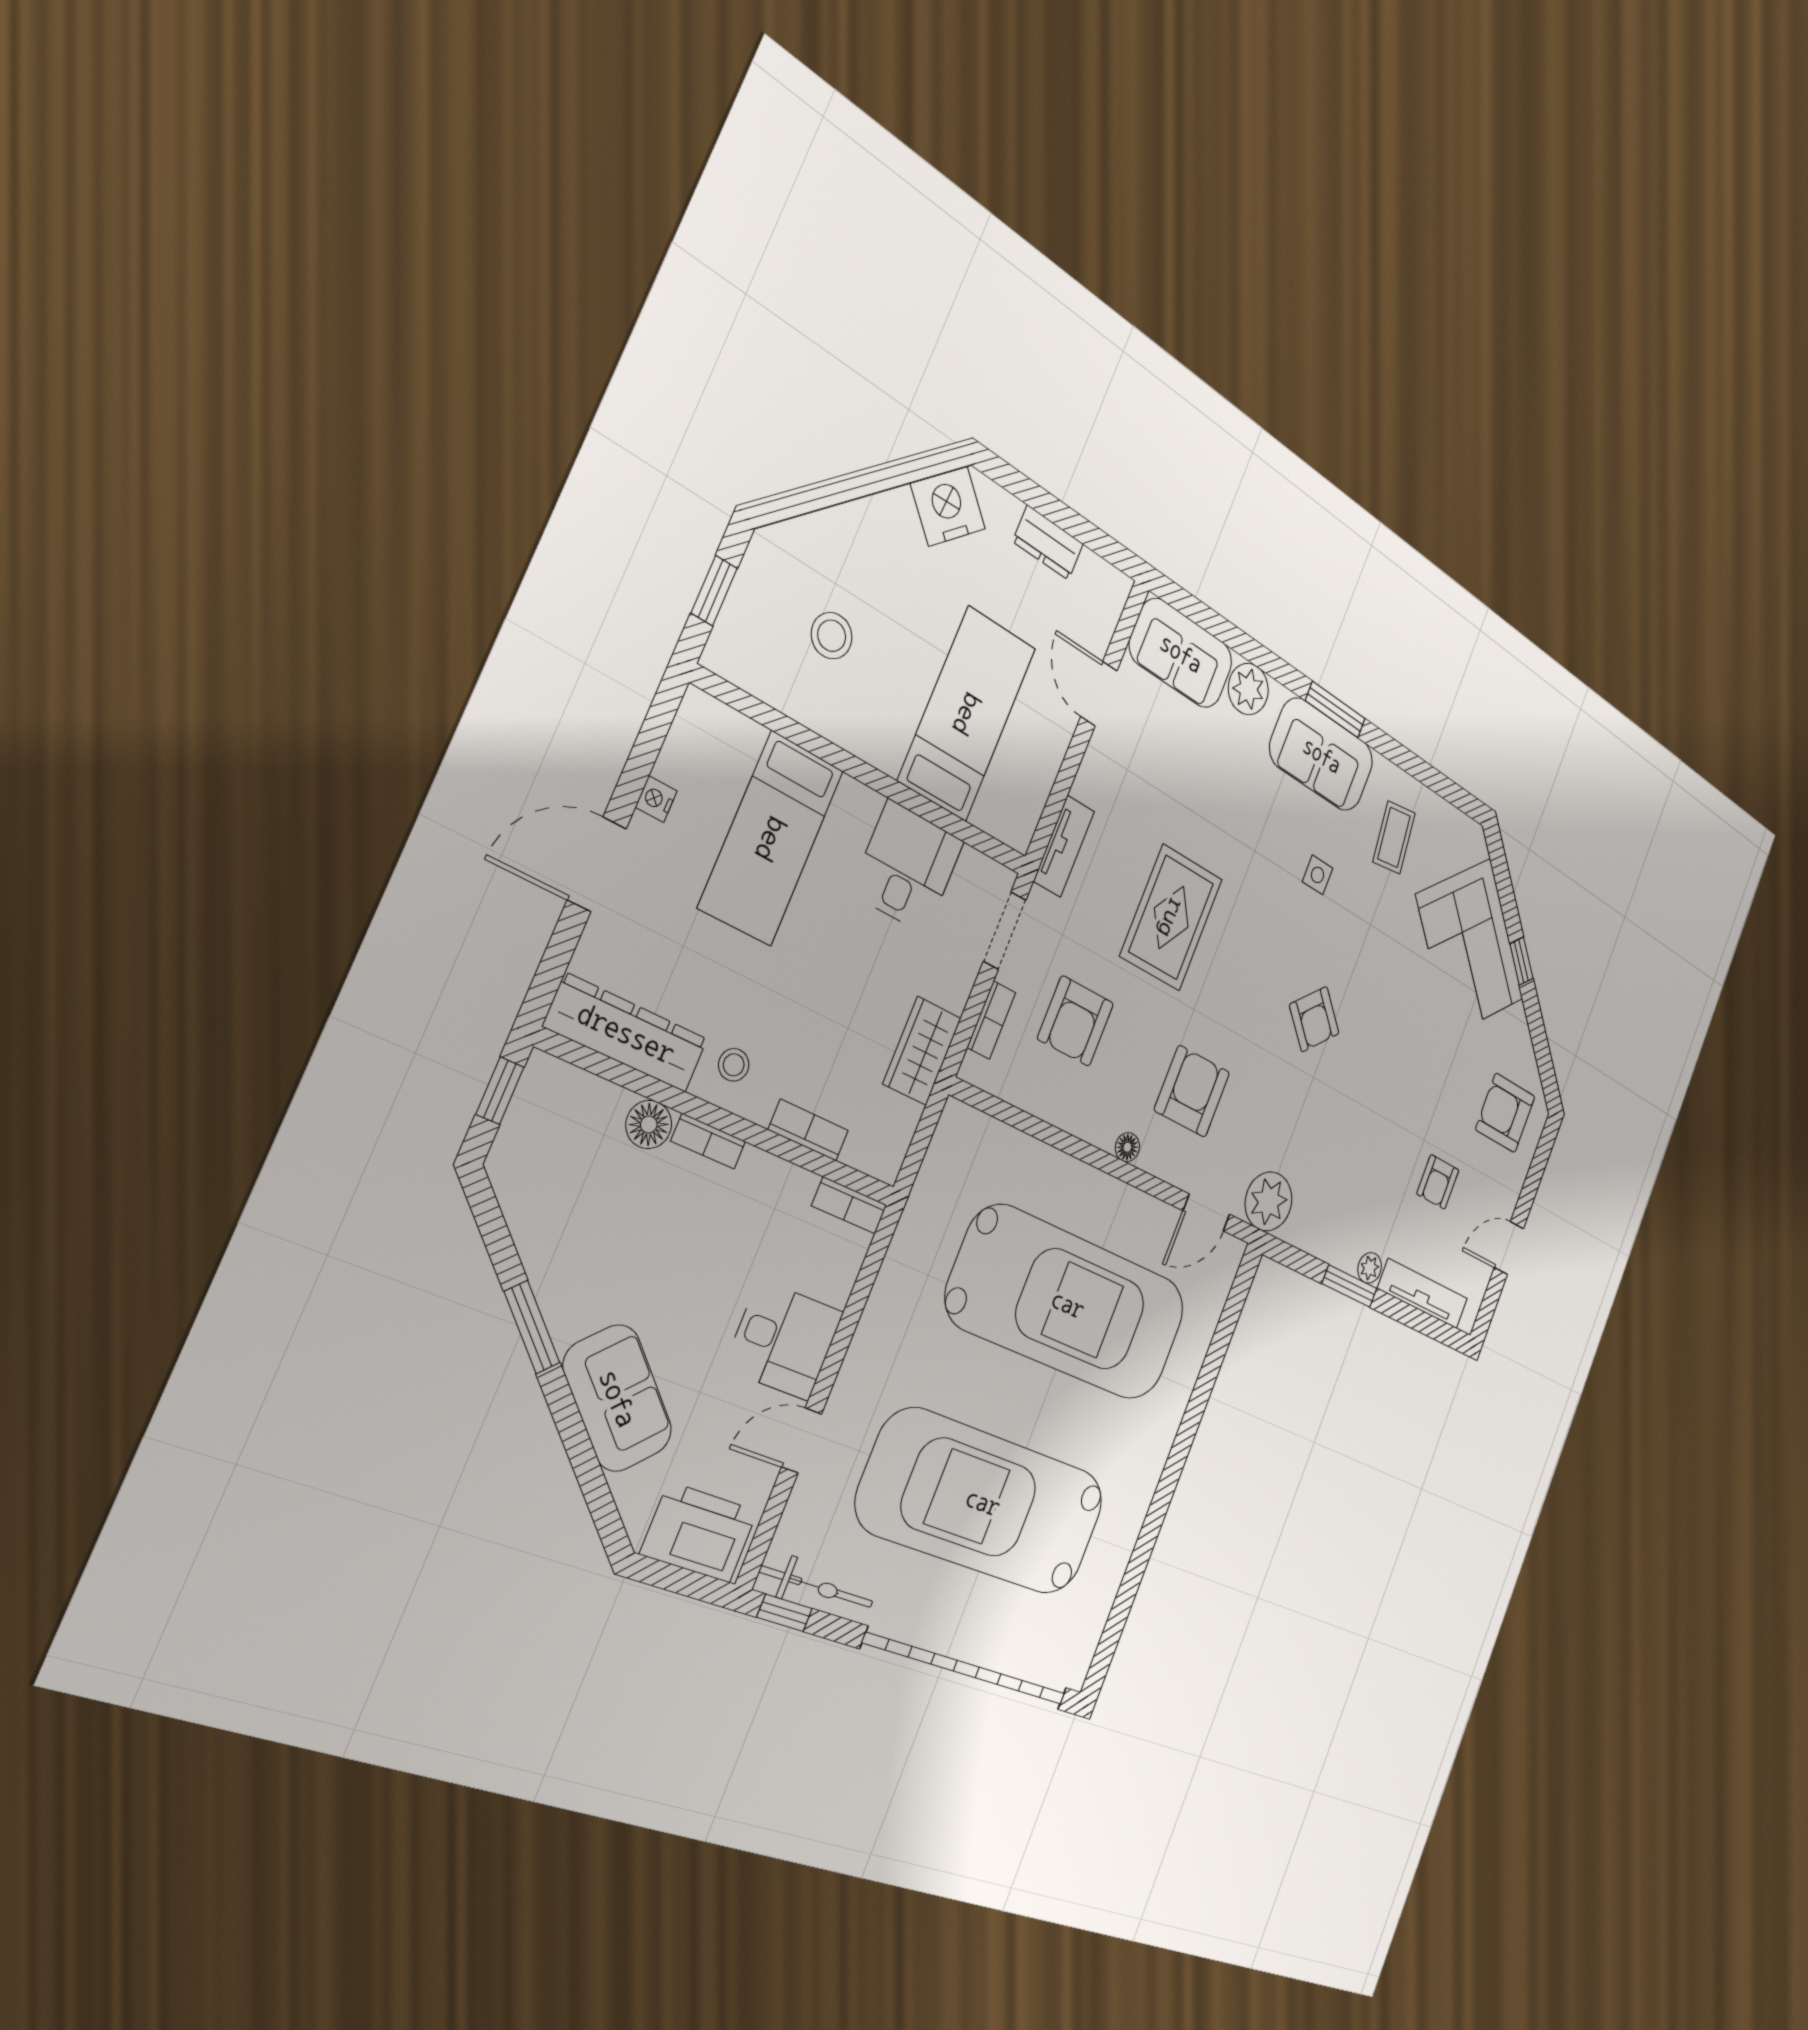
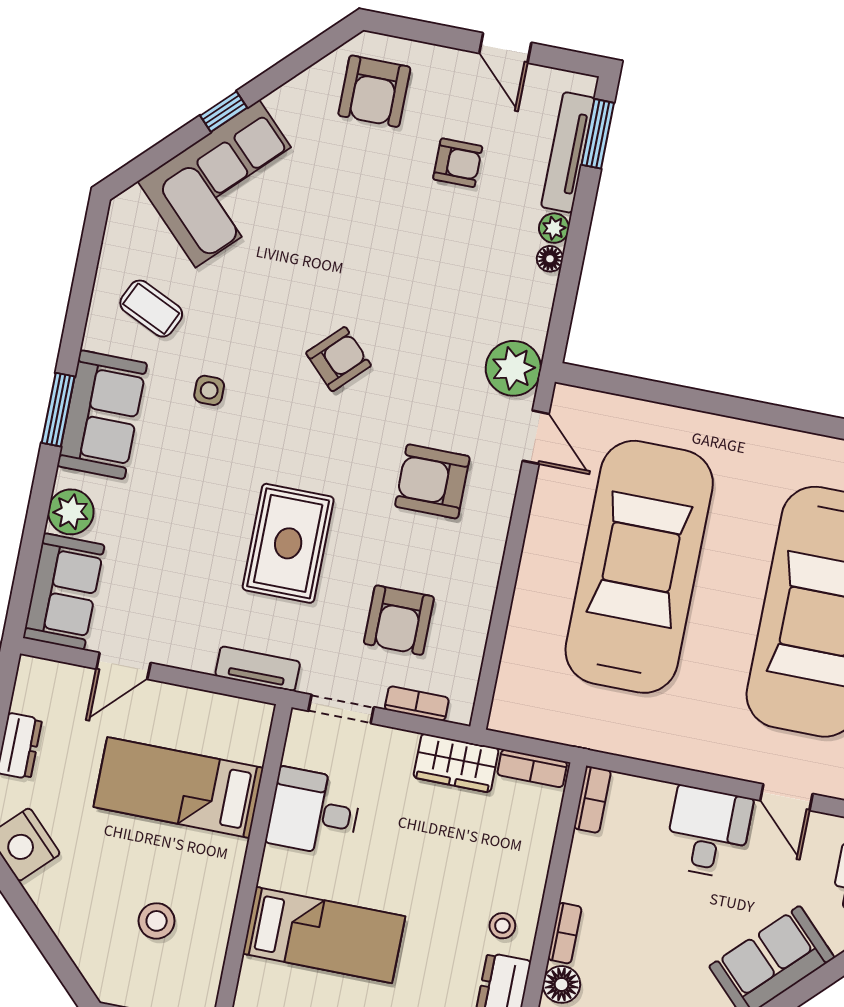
coffee table: (1394, 837) -> (151, 309), turned 33
rug: (1171, 918) -> (288, 543), turned 90
armchair: (1076, 1021) -> (399, 620), turned 90
bookcase: (808, 1130) -> (532, 768), moved, turned -90
floor lamp: (1127, 1147) -> (550, 259), moved
window: (1350, 1286) -> (598, 134), moved

